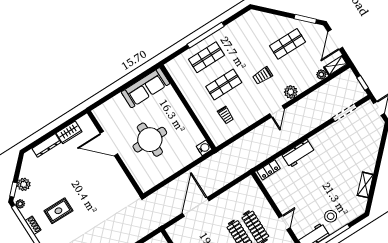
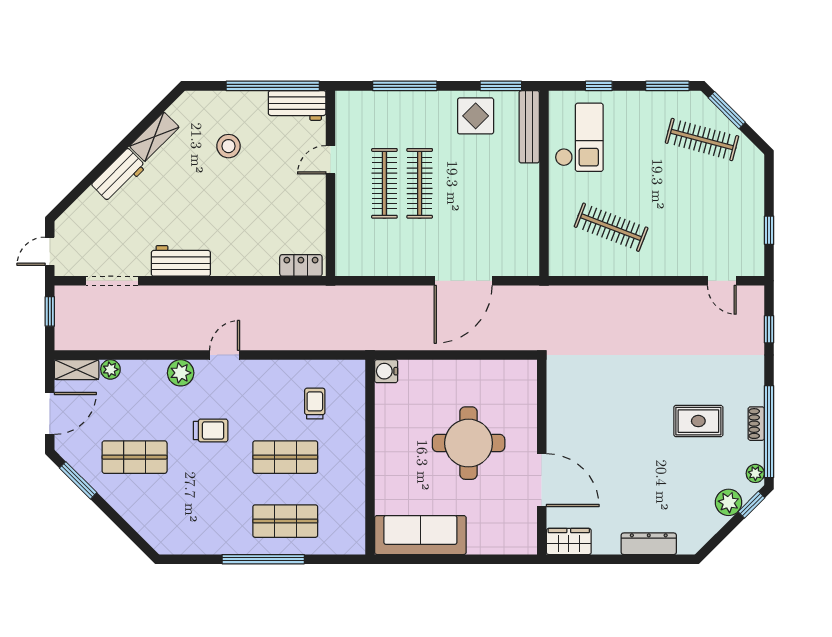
wardrobe: (69, 132) -> (569, 541), moved
workbench: (299, 154) -> (181, 261), moved
workbench: (370, 159) -> (119, 176), added
stool: (331, 216) -> (228, 146), moved

